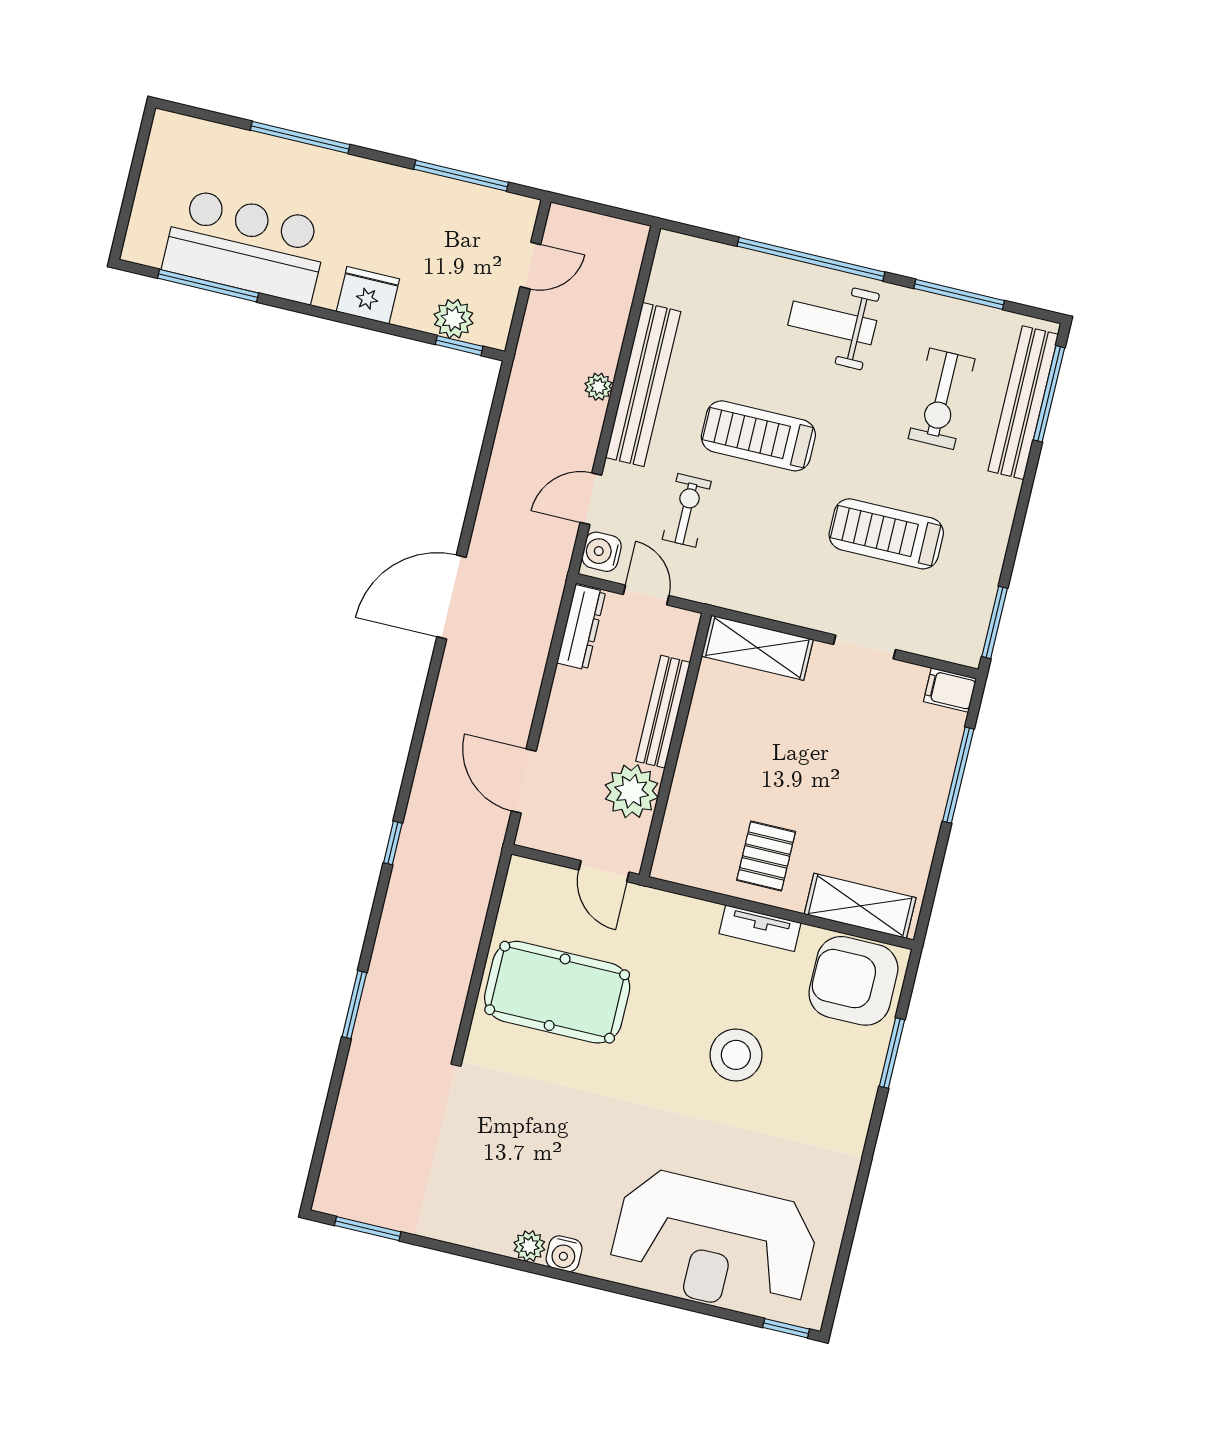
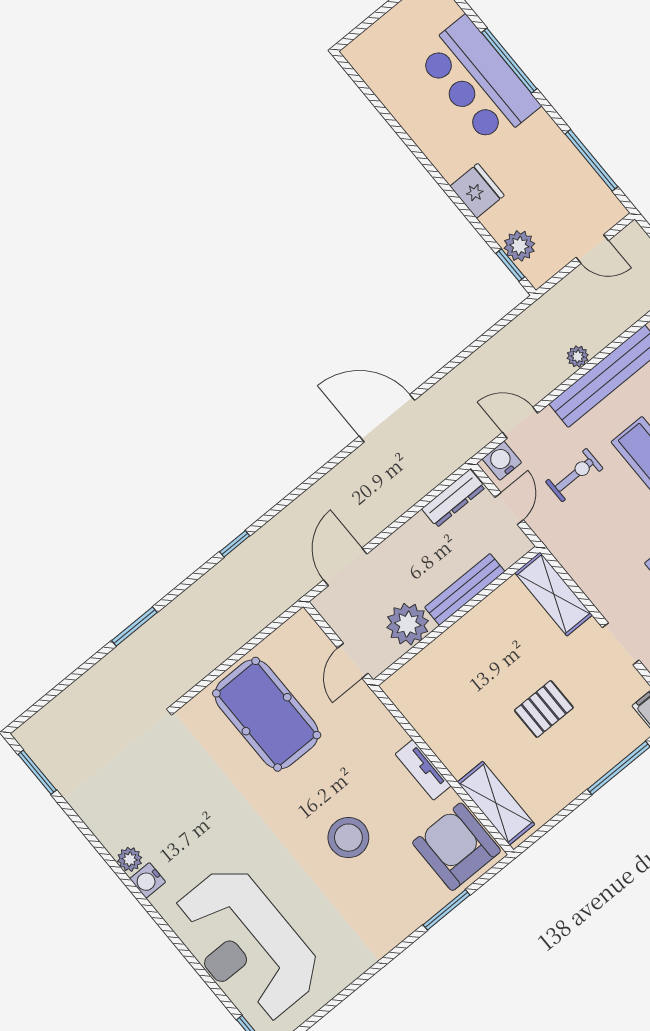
bar counter: (246, 246) -> (478, 81), moved, turned 180
window: (208, 286) -> (382, 110), removed
pallet: (766, 856) -> (544, 709), moved

